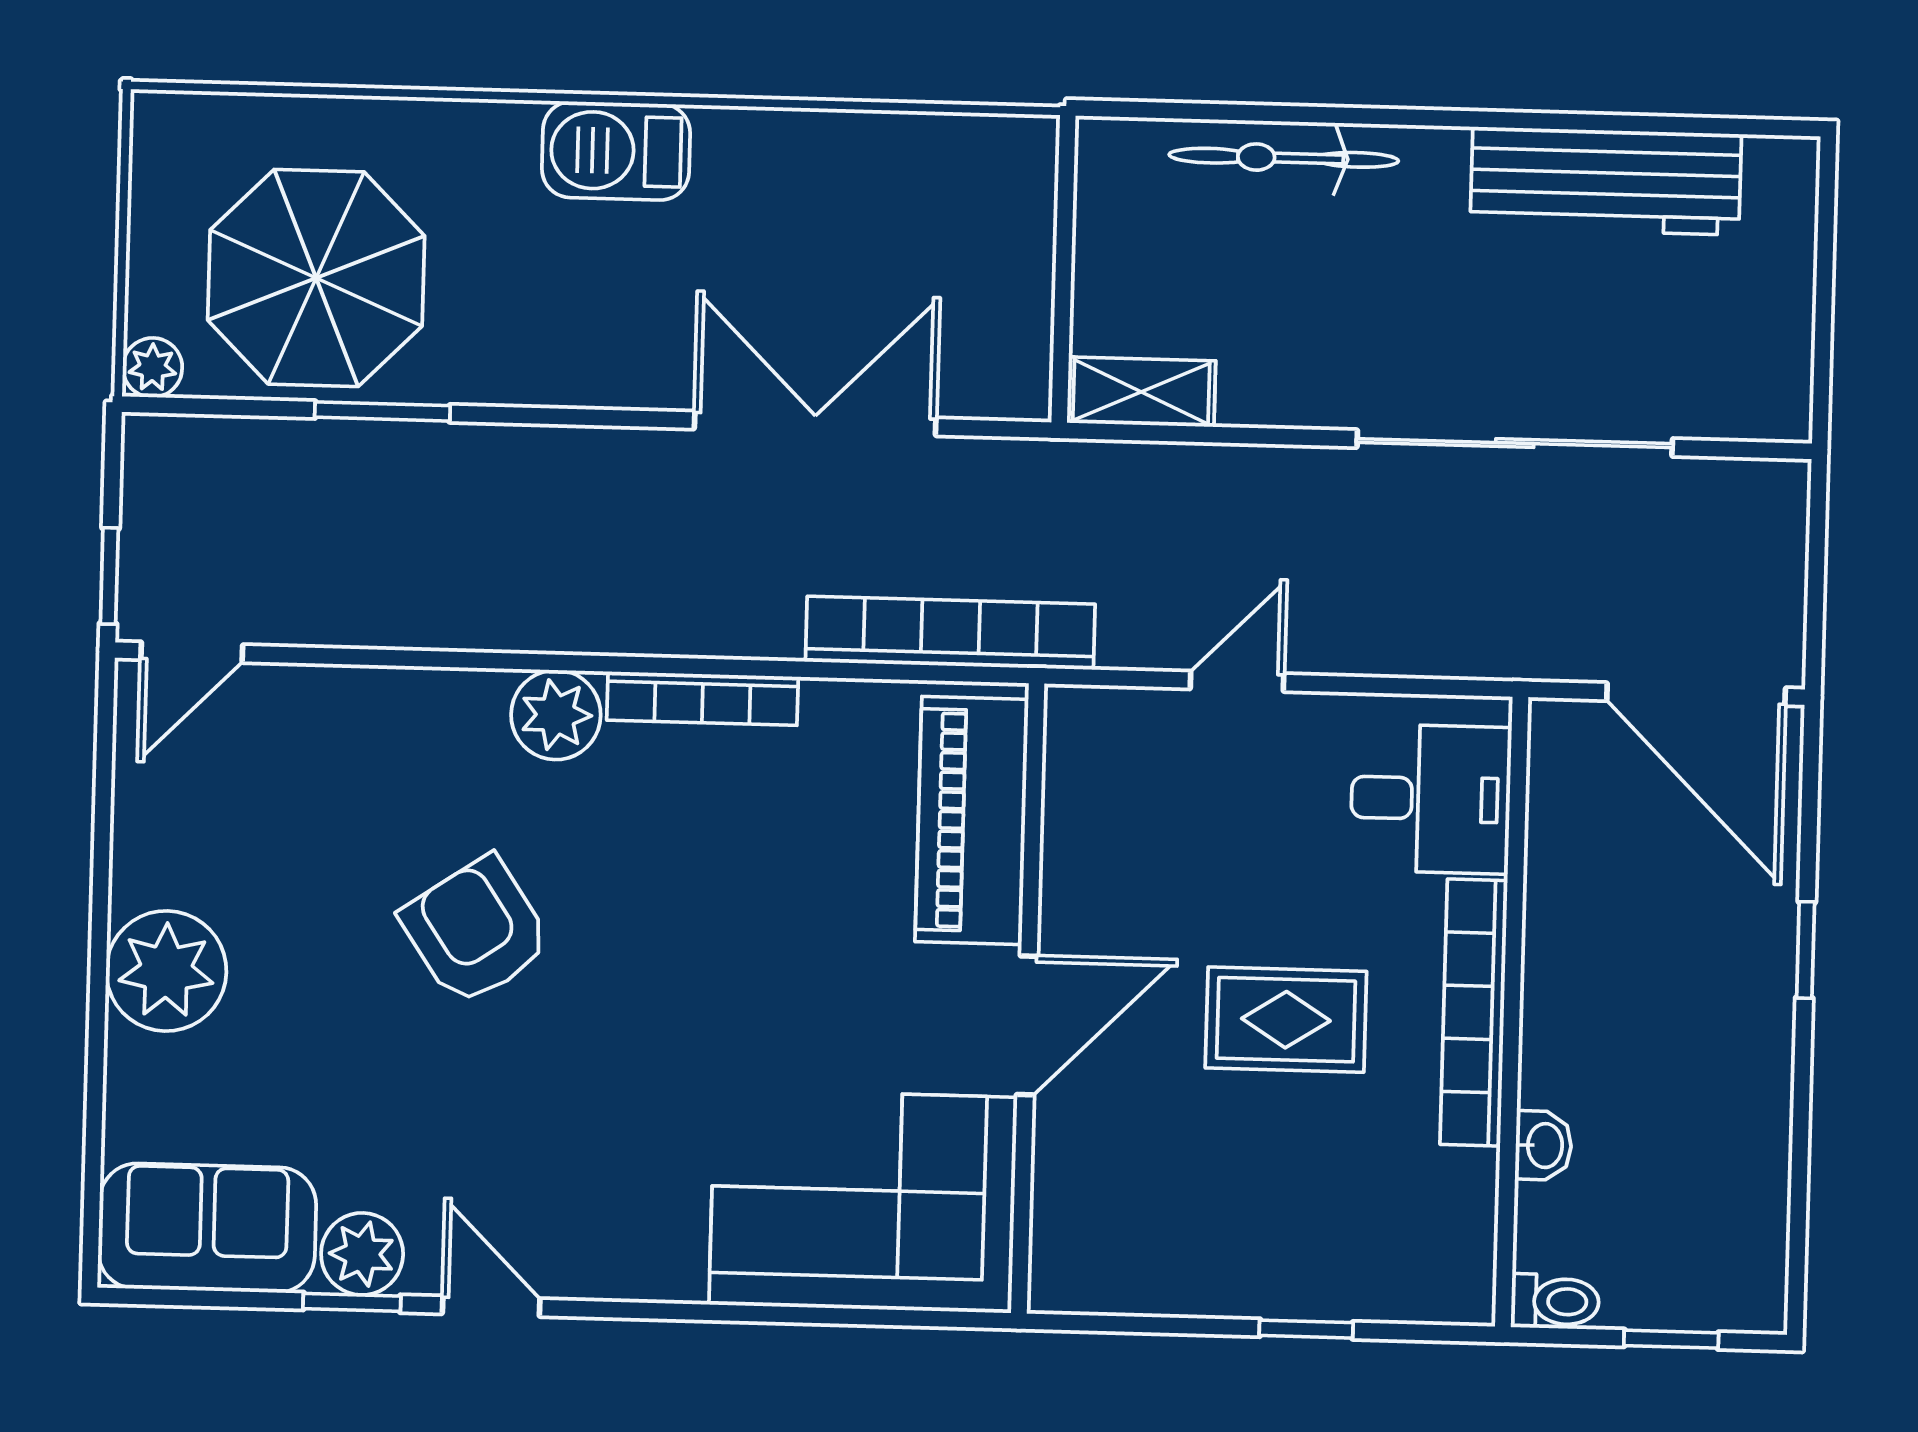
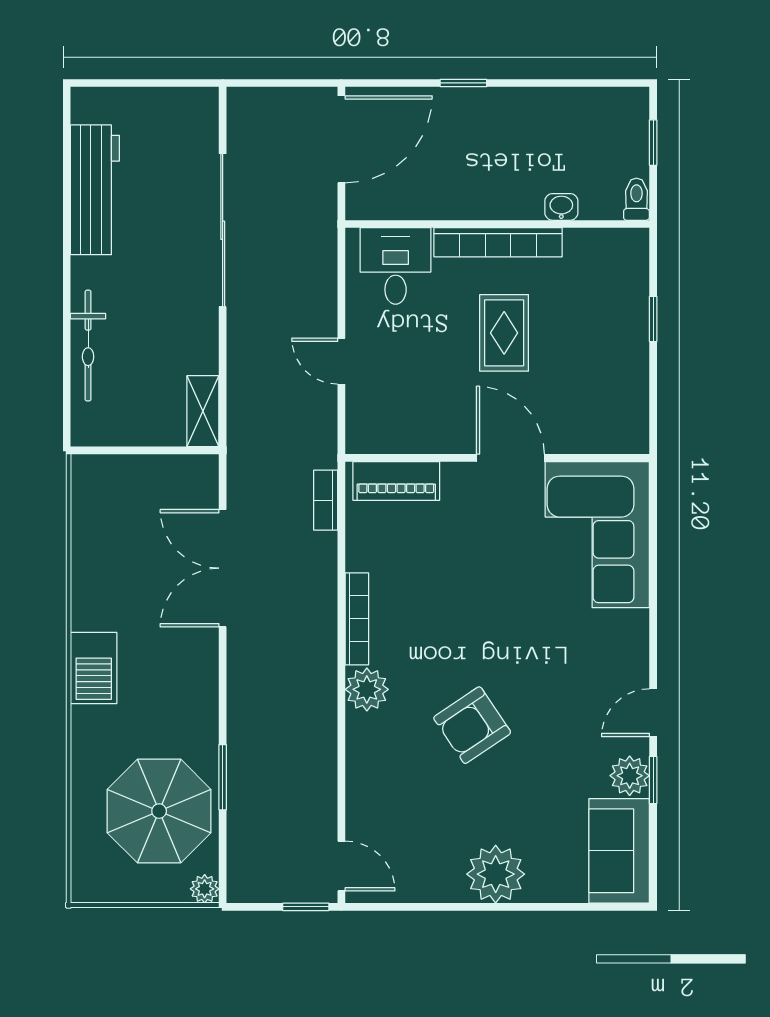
bookcase: (950, 633) -> (326, 500), width x0.43, depth x0.76
piano: (972, 820) -> (396, 481), width x0.73, depth x0.75

